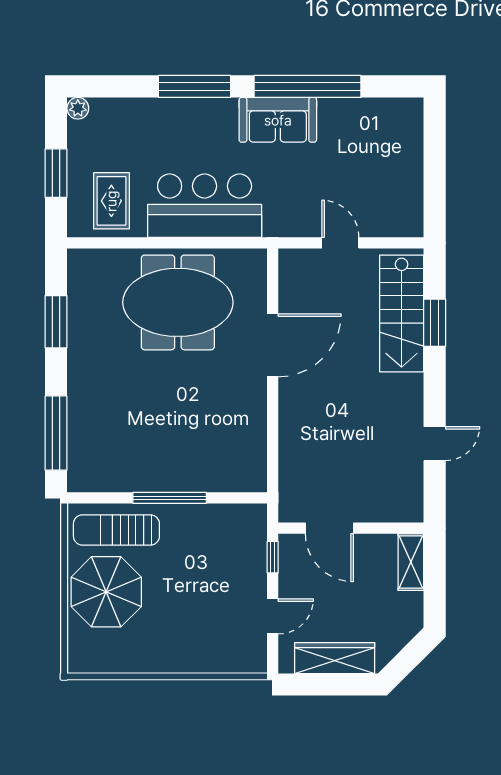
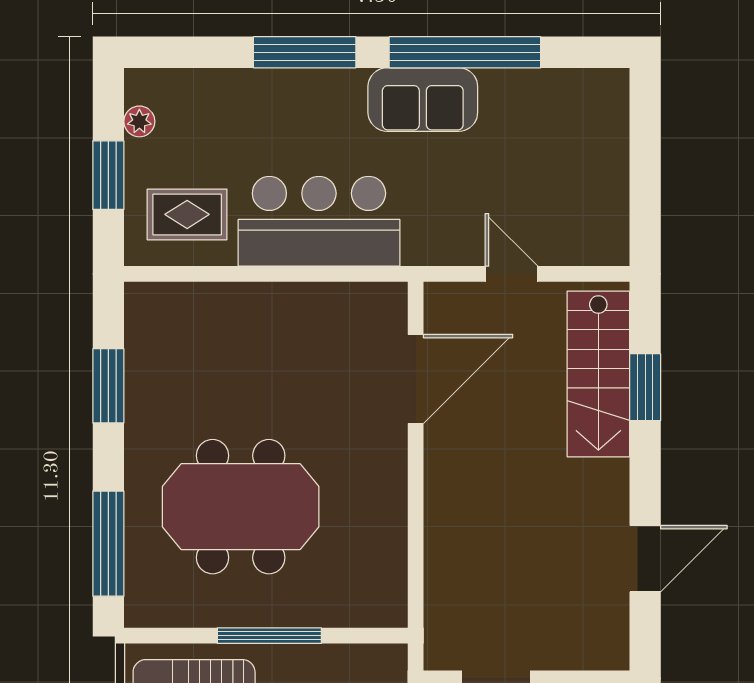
plant: (78, 108) -> (139, 121), moved
rug: (111, 201) -> (187, 214), turned 90
meeting table: (178, 302) -> (241, 507), moved
door: (273, 345) -> (416, 379), moved
door: (435, 444) -> (645, 559), width x1.38

